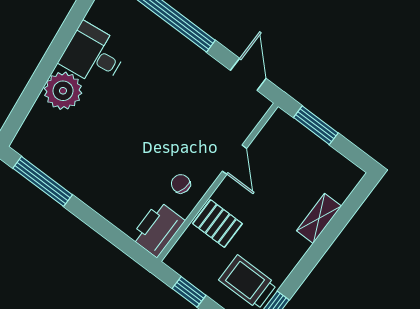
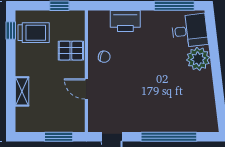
desk: (93, 55) -> (190, 31), moved
printer: (158, 229) -> (125, 21), moved, turned 90

